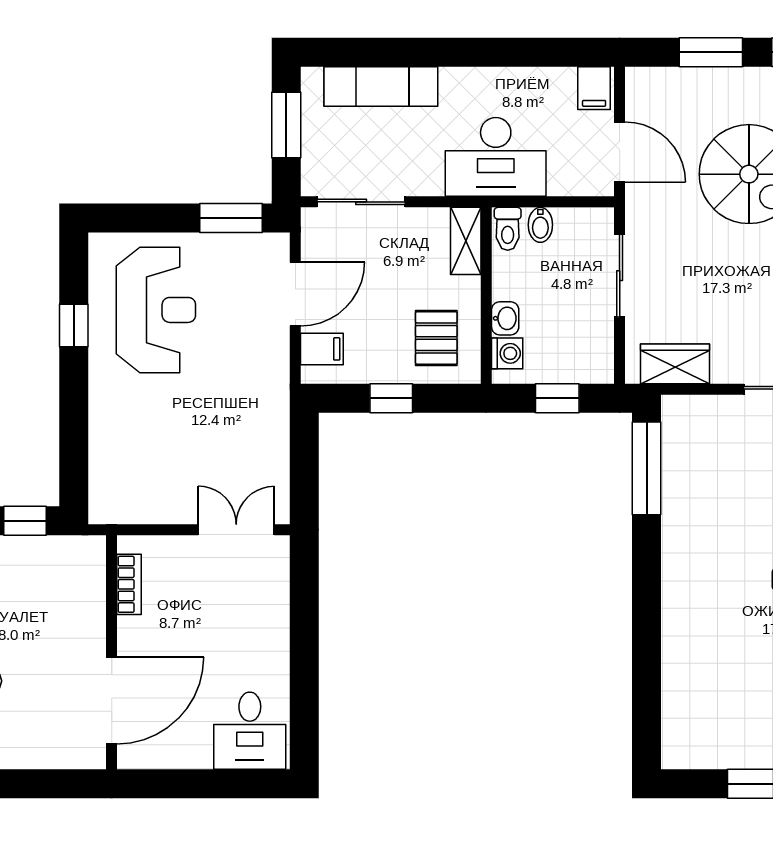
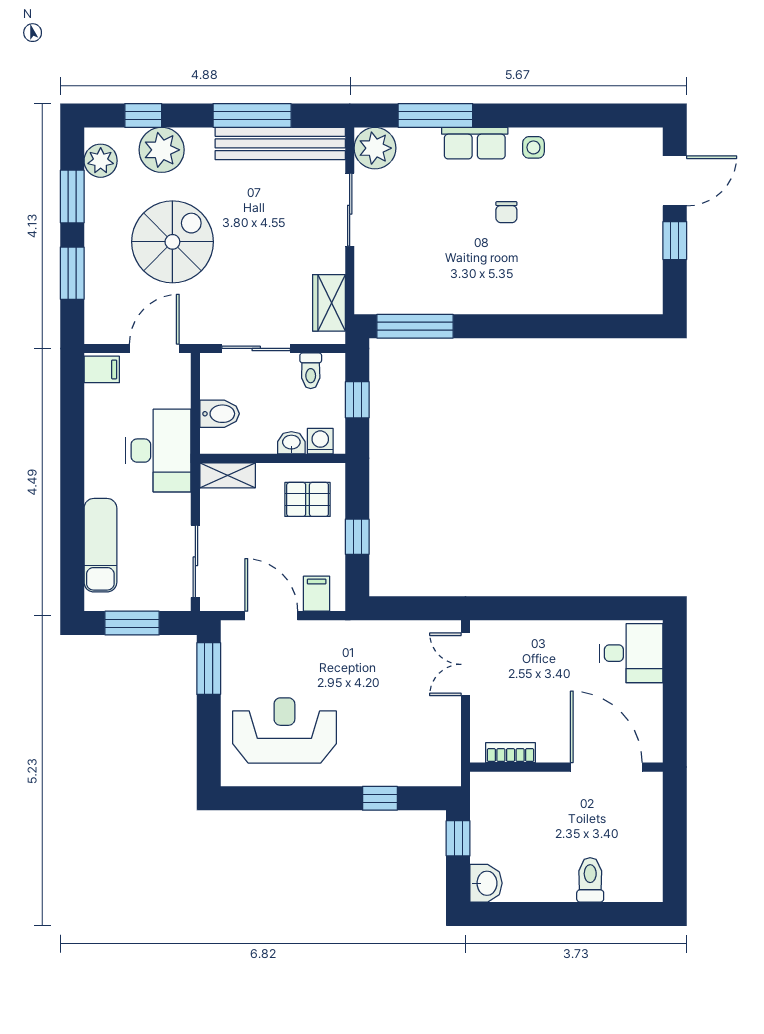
bidet: (540, 225) -> (220, 414), width x1.38, depth x1.36
toilet: (508, 229) -> (311, 371), moved, turned 90
window: (74, 325) -> (380, 798), moved

